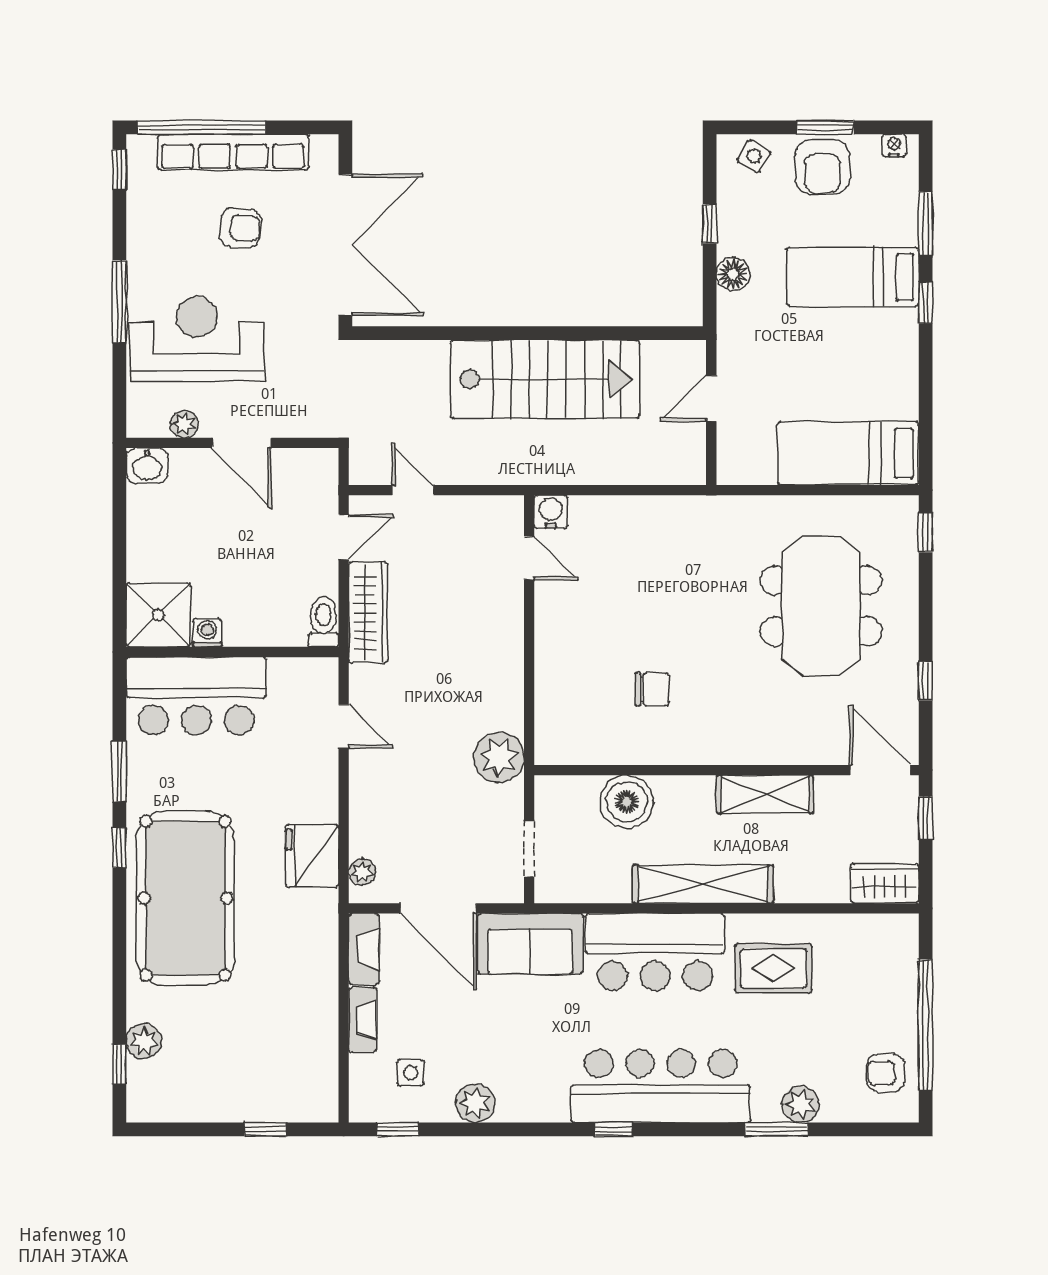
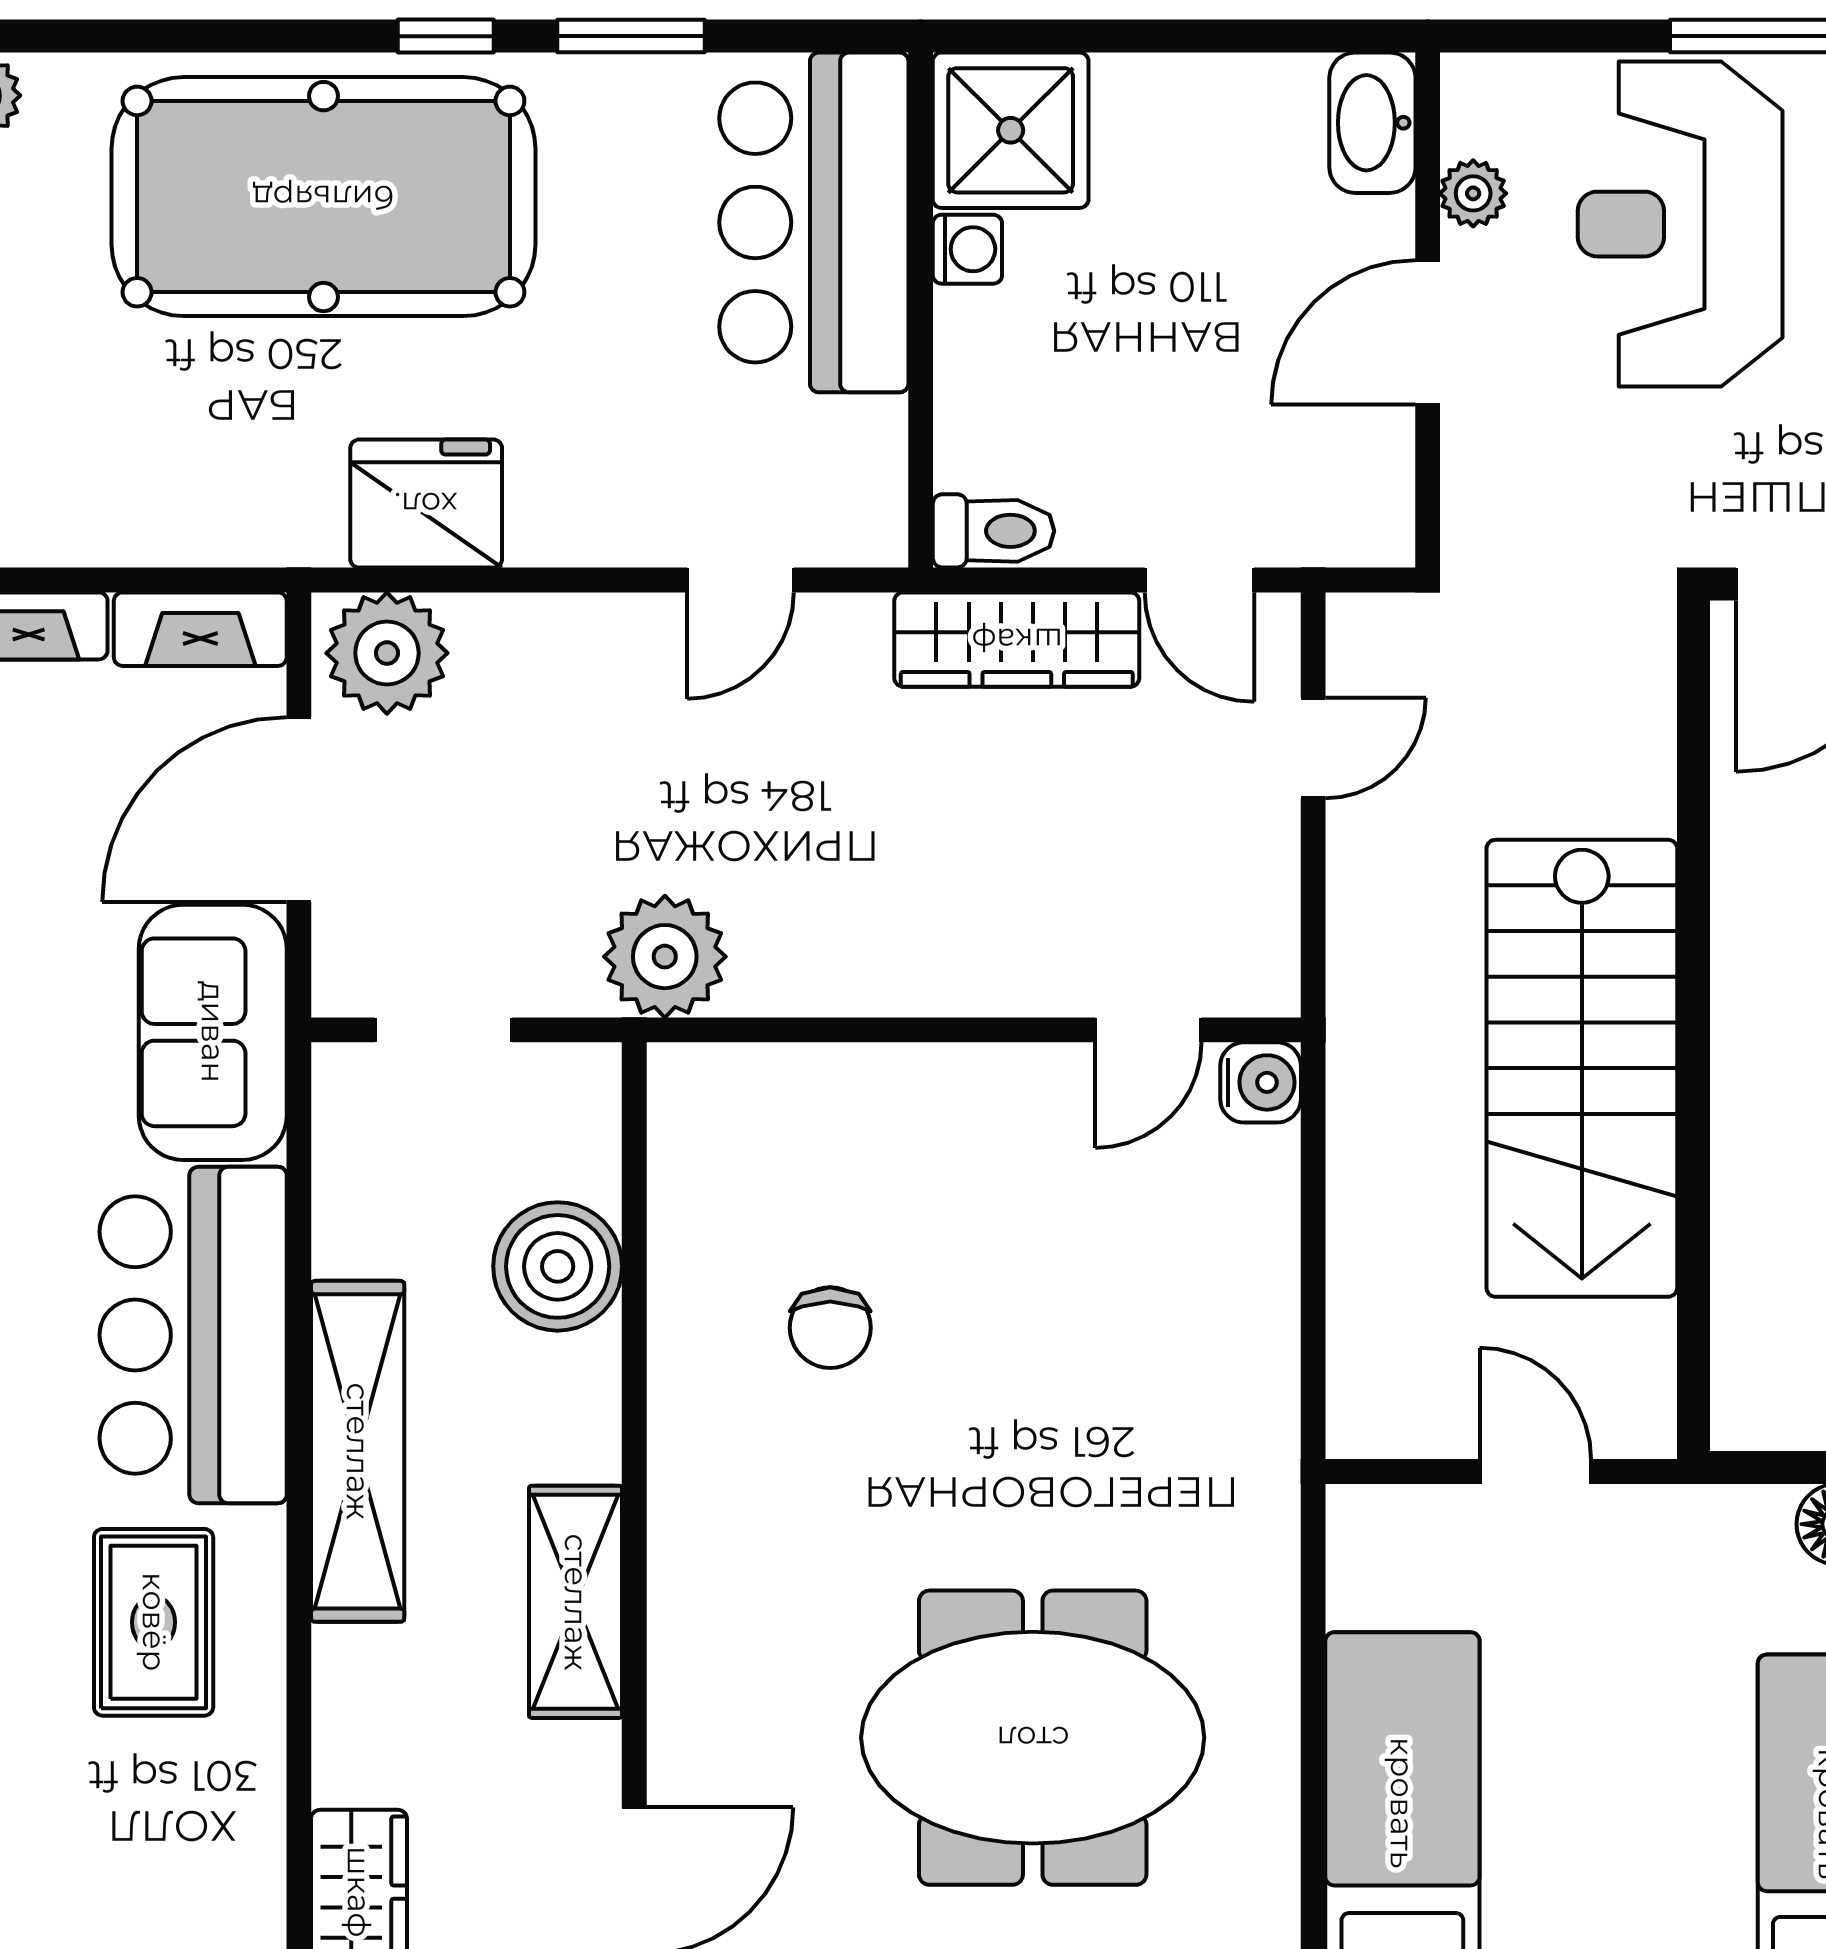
reception desk: (197, 339) -> (1680, 224), turned 180
washbasin: (147, 466) -> (1372, 123), width x1.38
plant: (362, 872) -> (387, 653), width x1.88, depth x1.88

